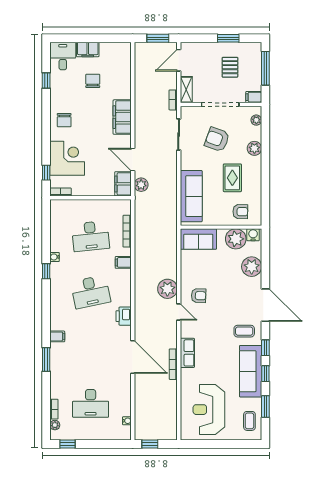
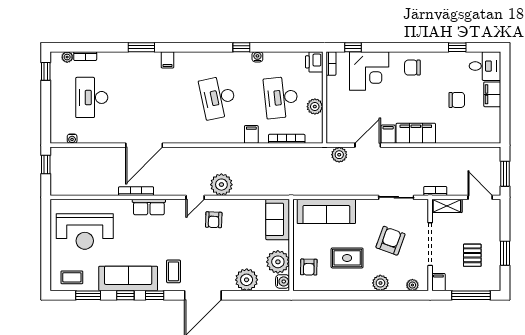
pallet: (230, 67) -> (472, 255), turned 90
filing cabinet: (123, 184) -> (388, 134), moved, width x0.50
plant: (99, 206) -> (315, 107), added
printer: (124, 316) -> (314, 62), moved, turned -90
reception desk: (209, 410) -> (85, 232), turned 180

